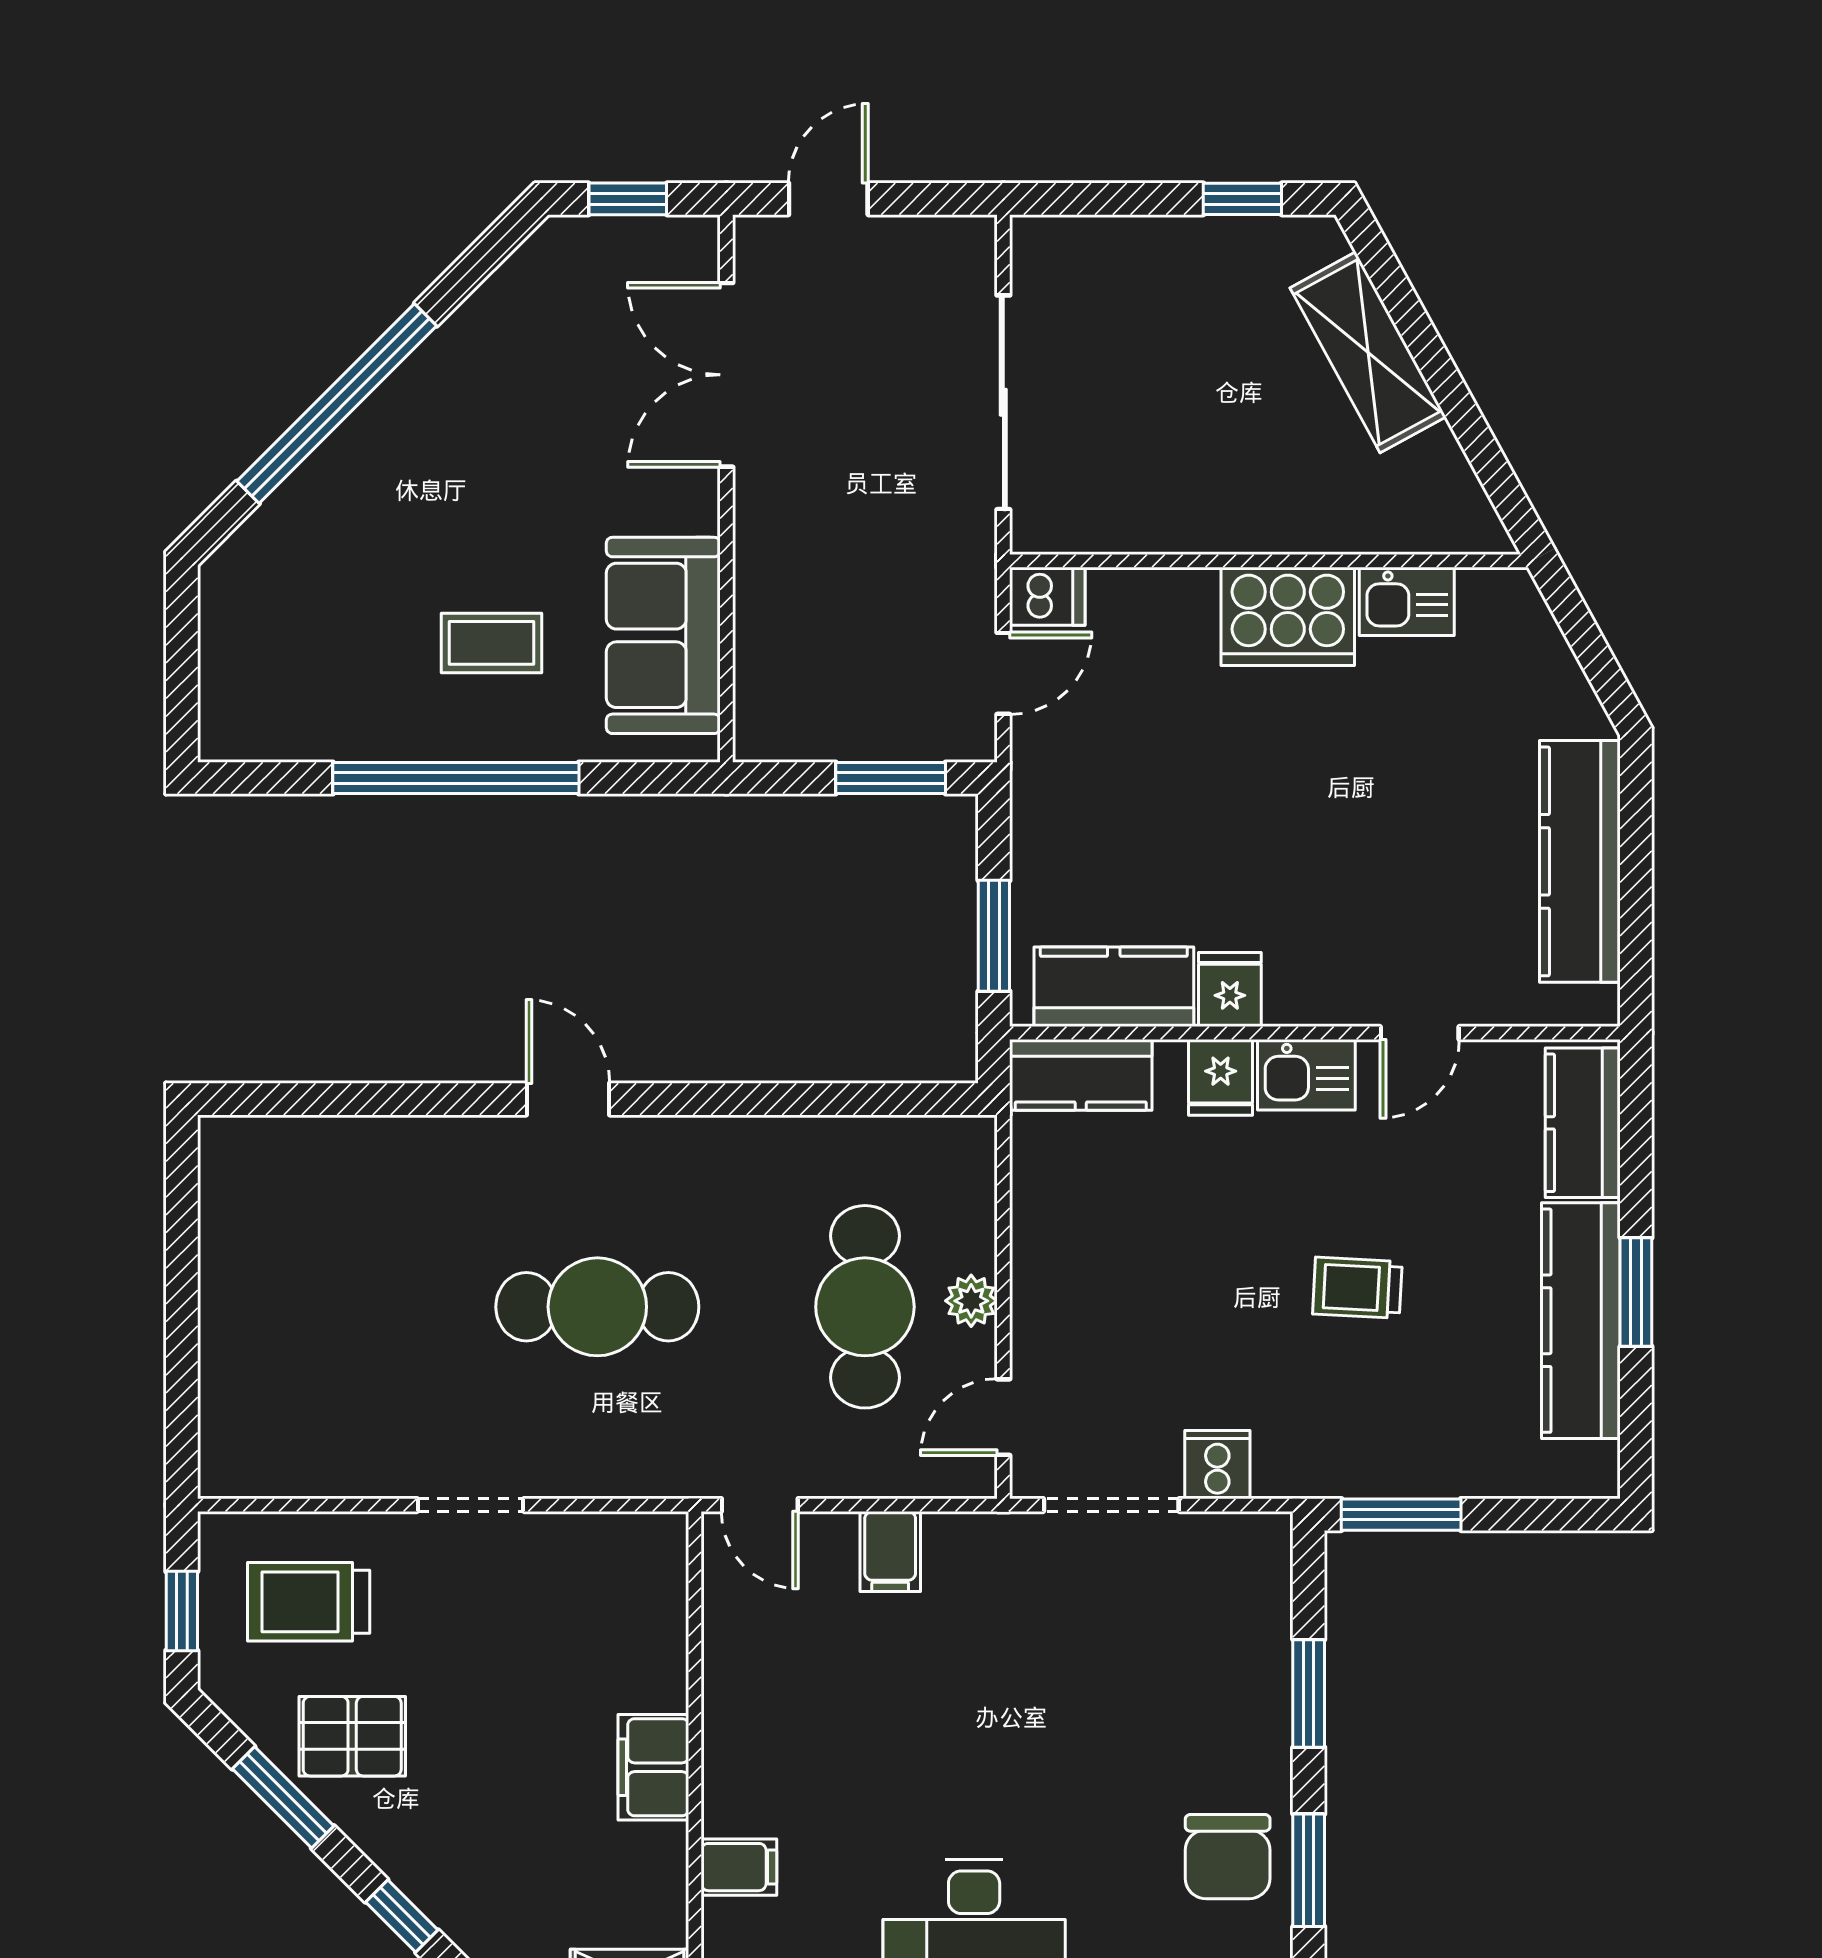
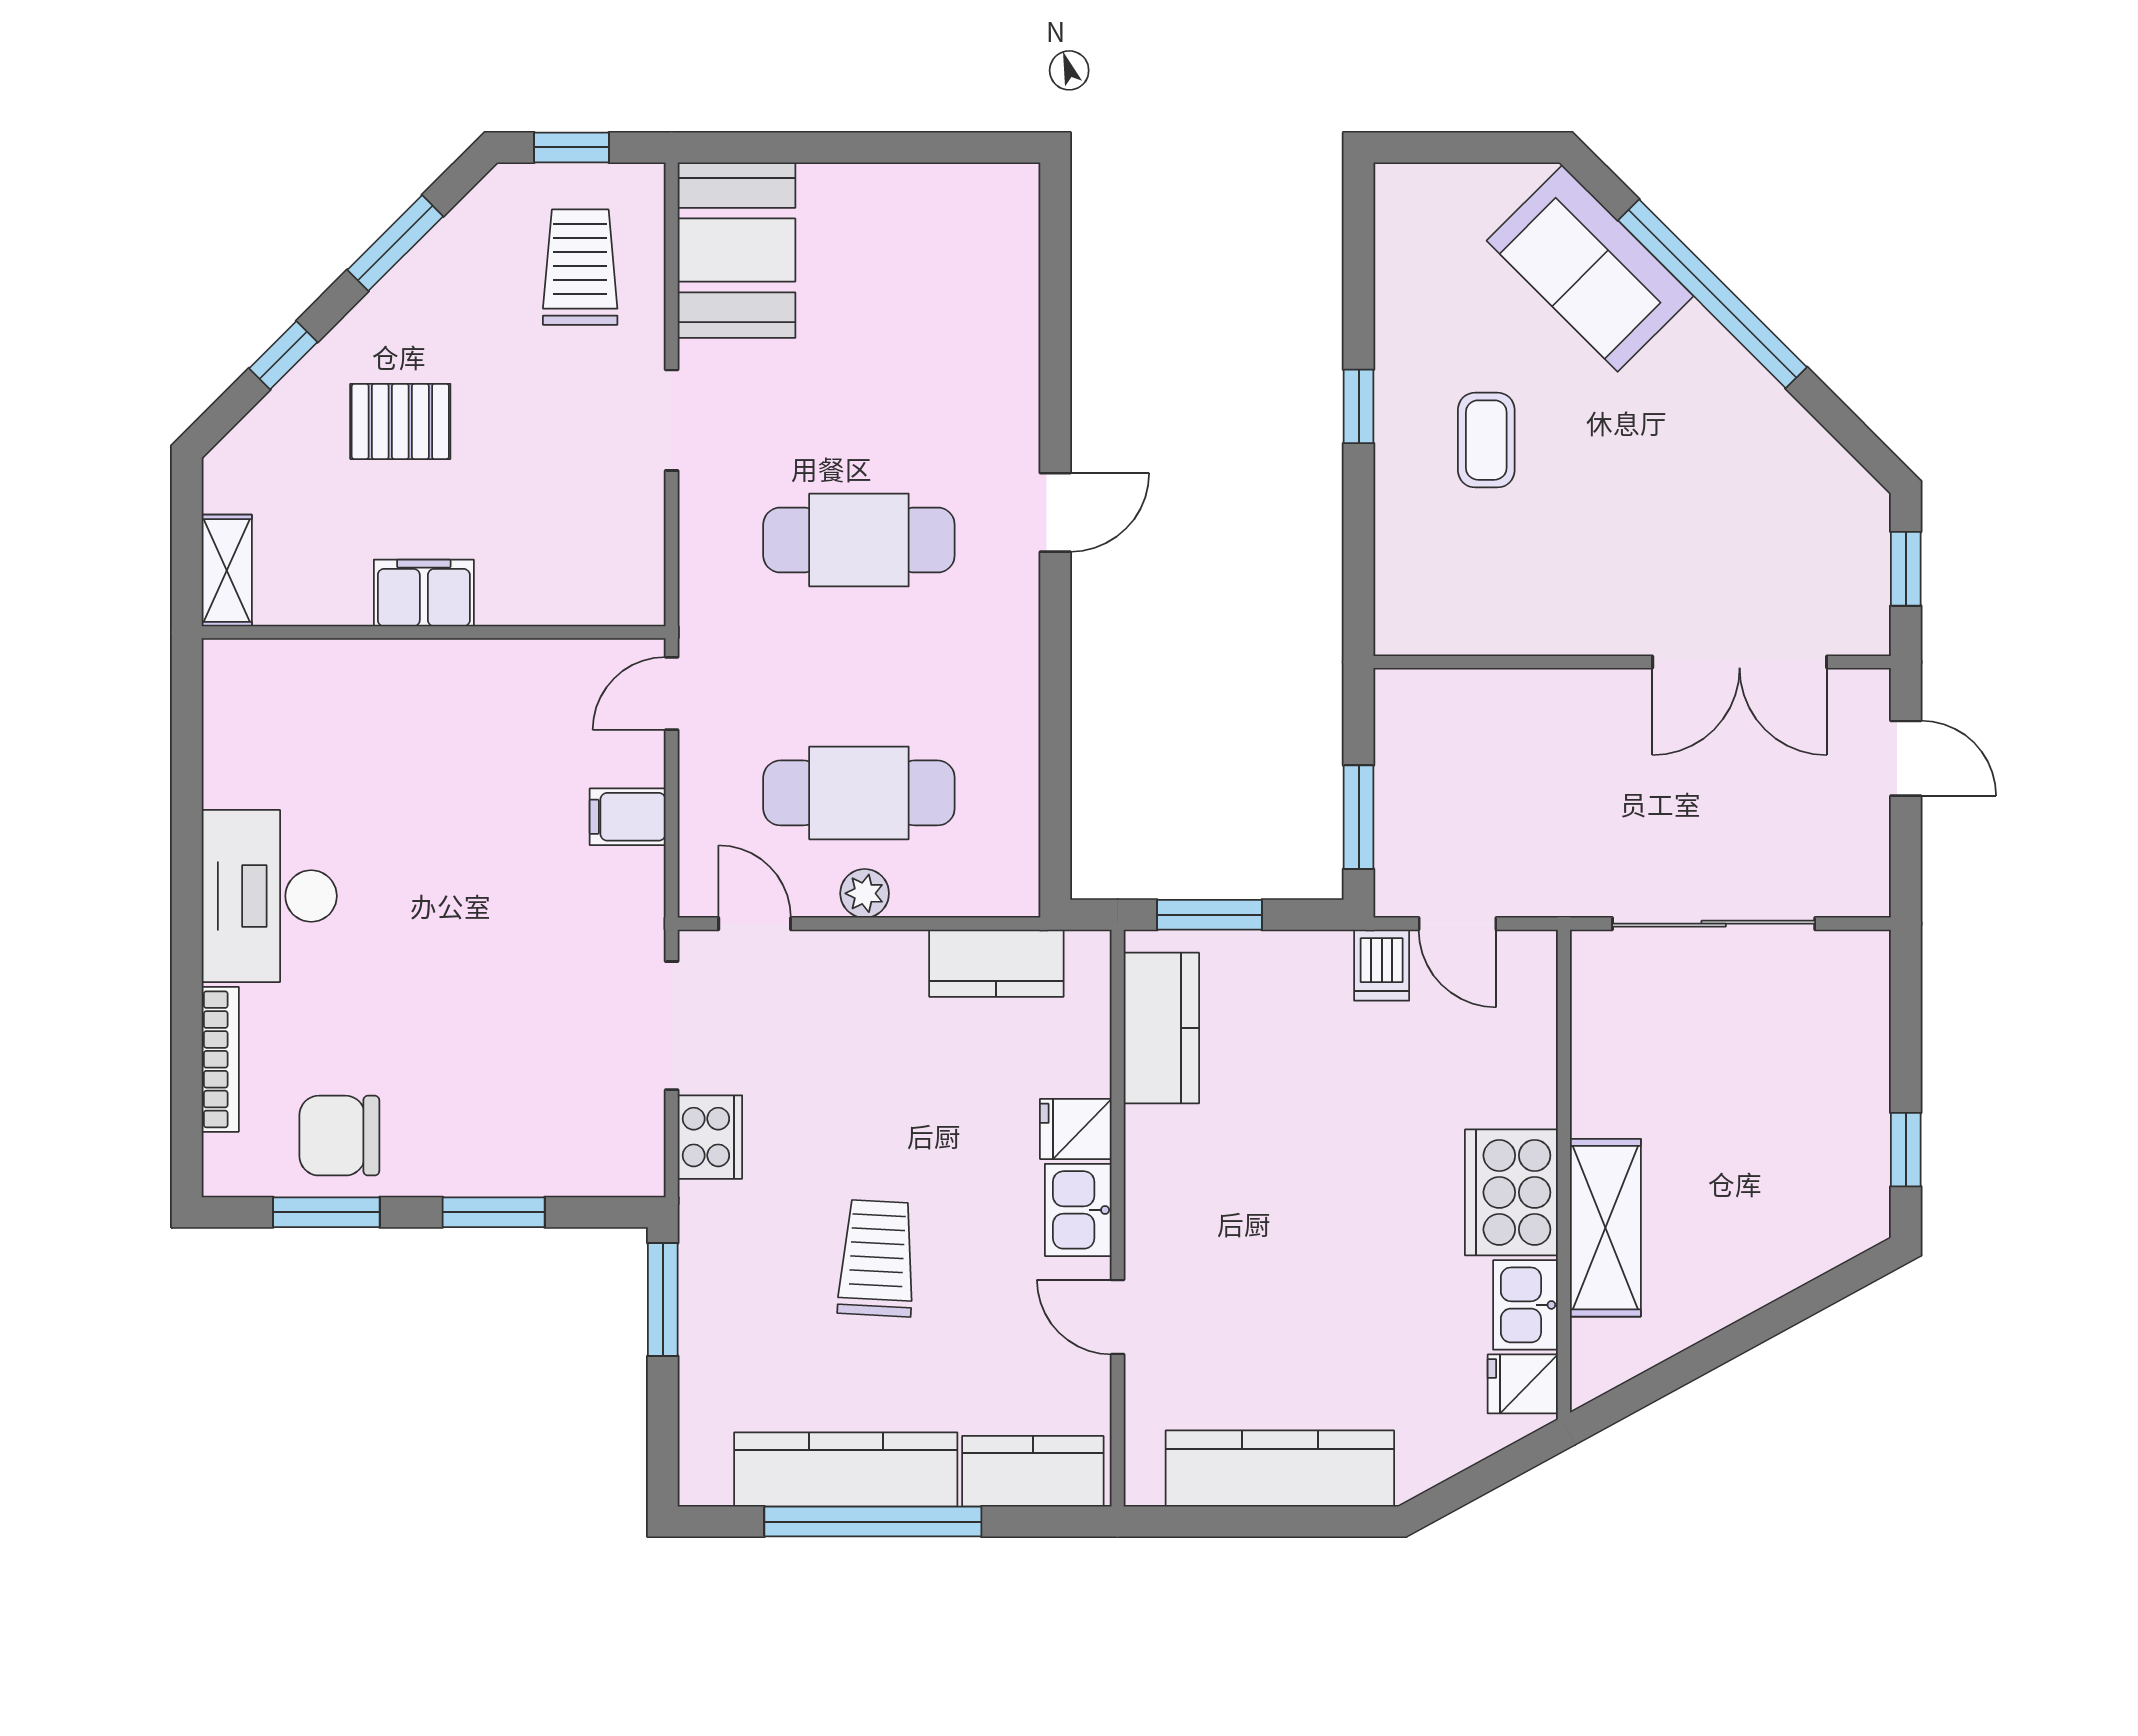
shelving: (1368, 352) -> (1605, 1228), moved, turned -61
double door: (726, 375) -> (1740, 662), swing flipped
dishwasher: (1047, 596) -> (1382, 965), moved
sofa: (663, 635) -> (1590, 268), moved, turned -135
window: (456, 778) -> (1359, 406), width x0.32
fridge: (1230, 989) -> (1523, 1384), moved, turned 180
kitchen counter: (1081, 1075) -> (996, 963), moved, turned -90
trolley: (1357, 1288) -> (877, 1258), width x1.36, depth x1.39
window: (1636, 1292) -> (873, 1522), width x2.11
cafe table: (597, 1307) -> (859, 540), turned 90
booth: (291, 1436) -> (736, 250), added
cooker: (1217, 1465) -> (710, 1137), width x1.36
pallet: (352, 1736) -> (400, 421), moved, turned 90
filing cabinet: (739, 1867) -> (330, 674), removed

